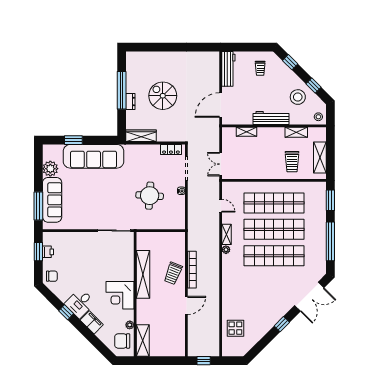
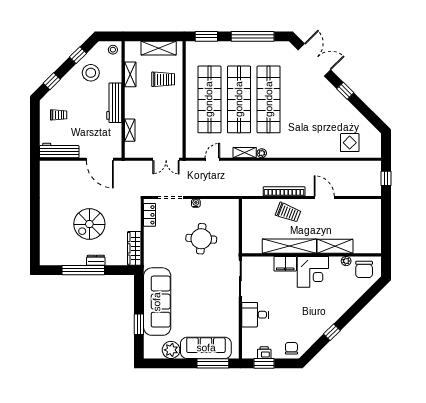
desk: (80, 303) -> (255, 315), moved, turned 135
filing cabinet: (92, 322) -> (285, 264), moved, turned -135
shelving: (143, 340) -> (335, 246), moved

